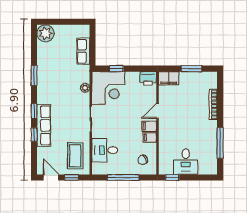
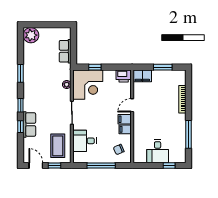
row of seats: (44, 125) -> (29, 124), width x0.68
window: (172, 177) -> (169, 165), moved

